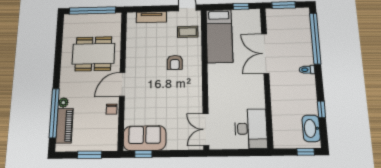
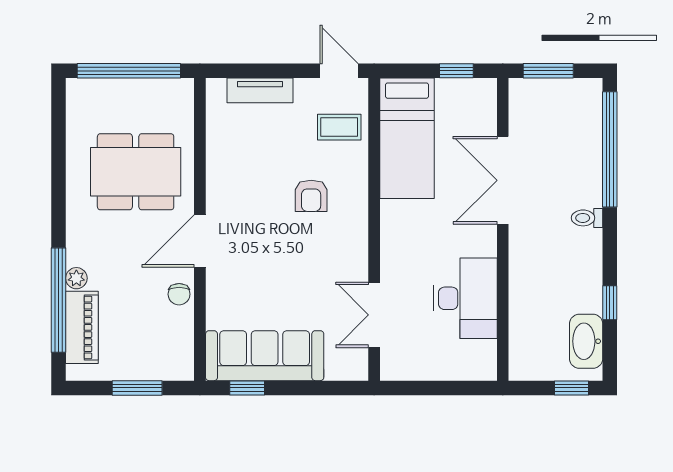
double door: (206, 129) -> (374, 315), moved
desk: (251, 129) -> (465, 298), moved
sofa: (145, 138) -> (265, 356), width x1.36

